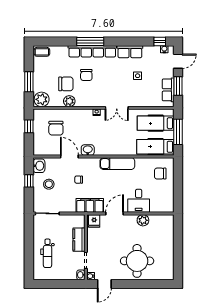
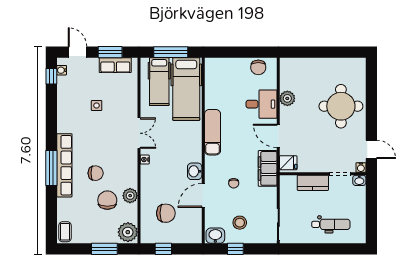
row of seats: (130, 52) -> (65, 116), removed
hospital bed: (155, 147) -> (186, 89), width x1.37, depth x1.29
chair: (160, 174) -> (258, 67), moved

